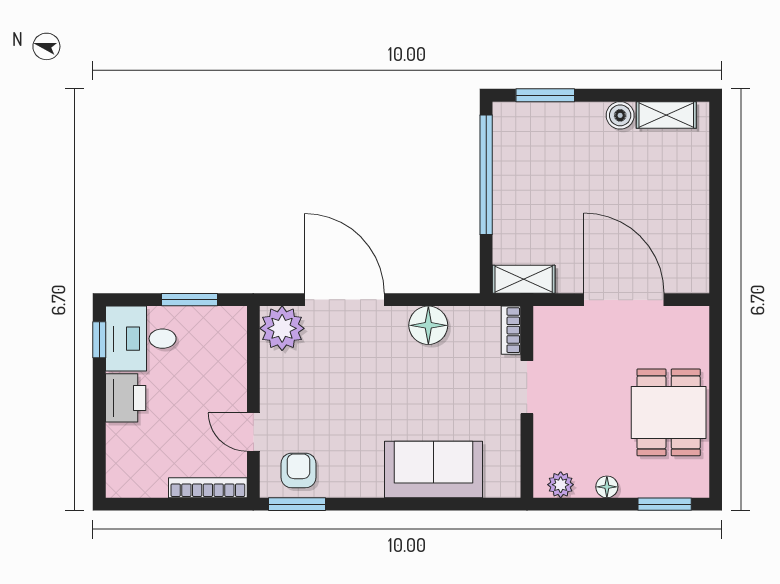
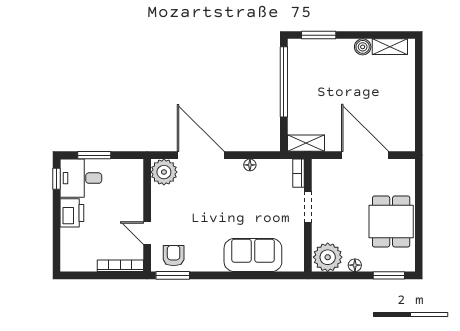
window: (190, 300) -> (94, 155), moved
floor lamp: (428, 325) -> (250, 165), width x0.53, depth x0.53
plant: (561, 485) -> (328, 257), width x1.88, depth x1.88

